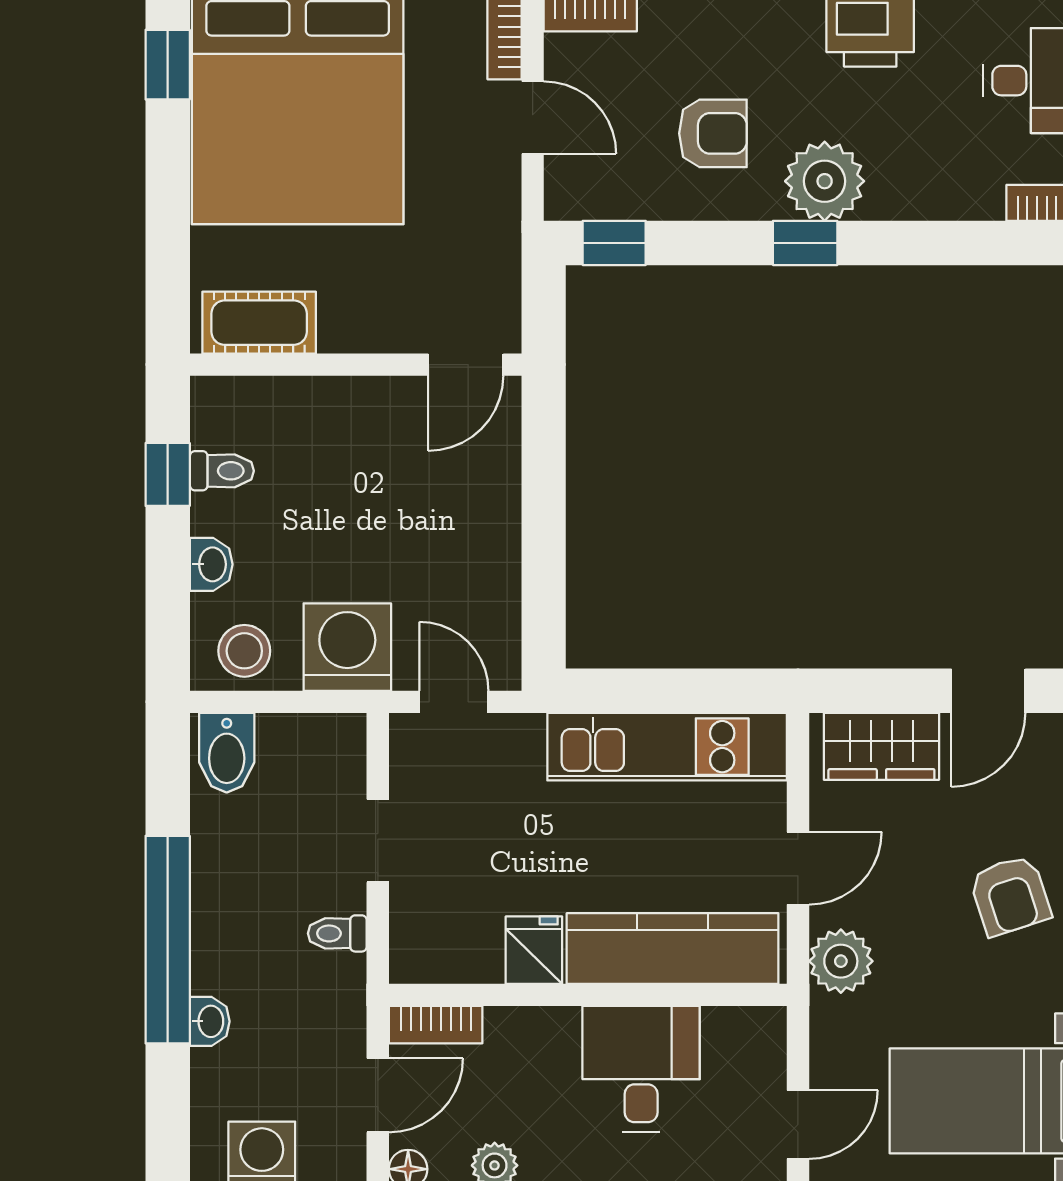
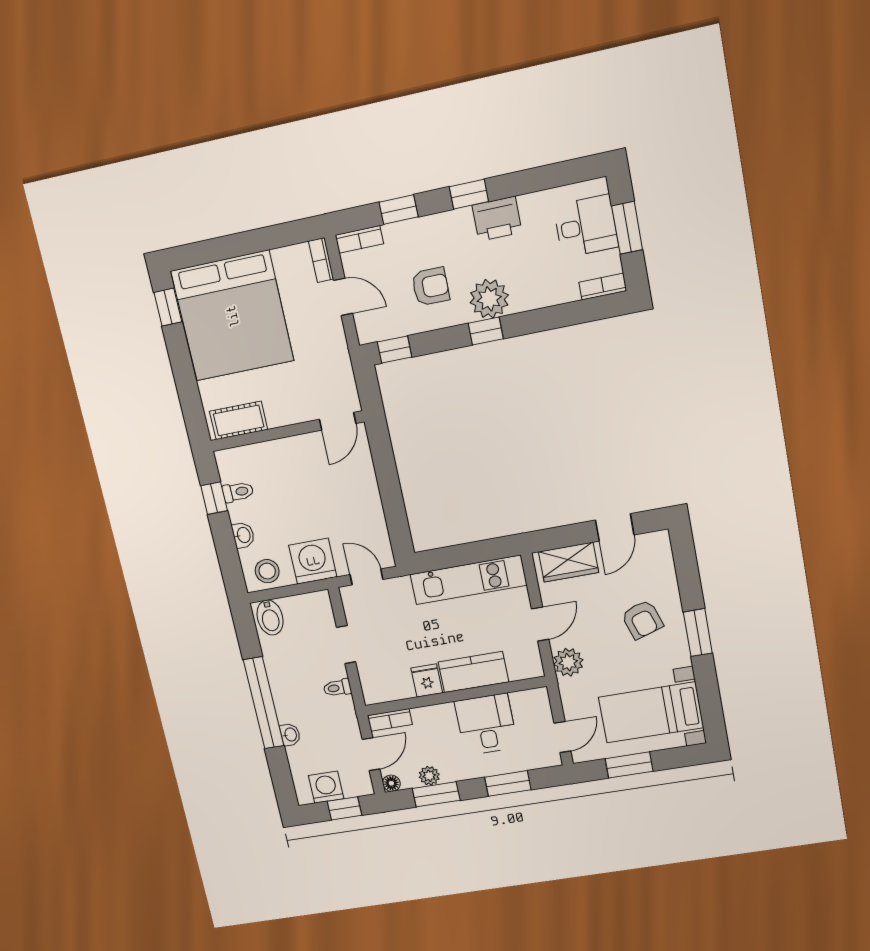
kitchen counter: (673, 948) -> (473, 672), width x0.67

